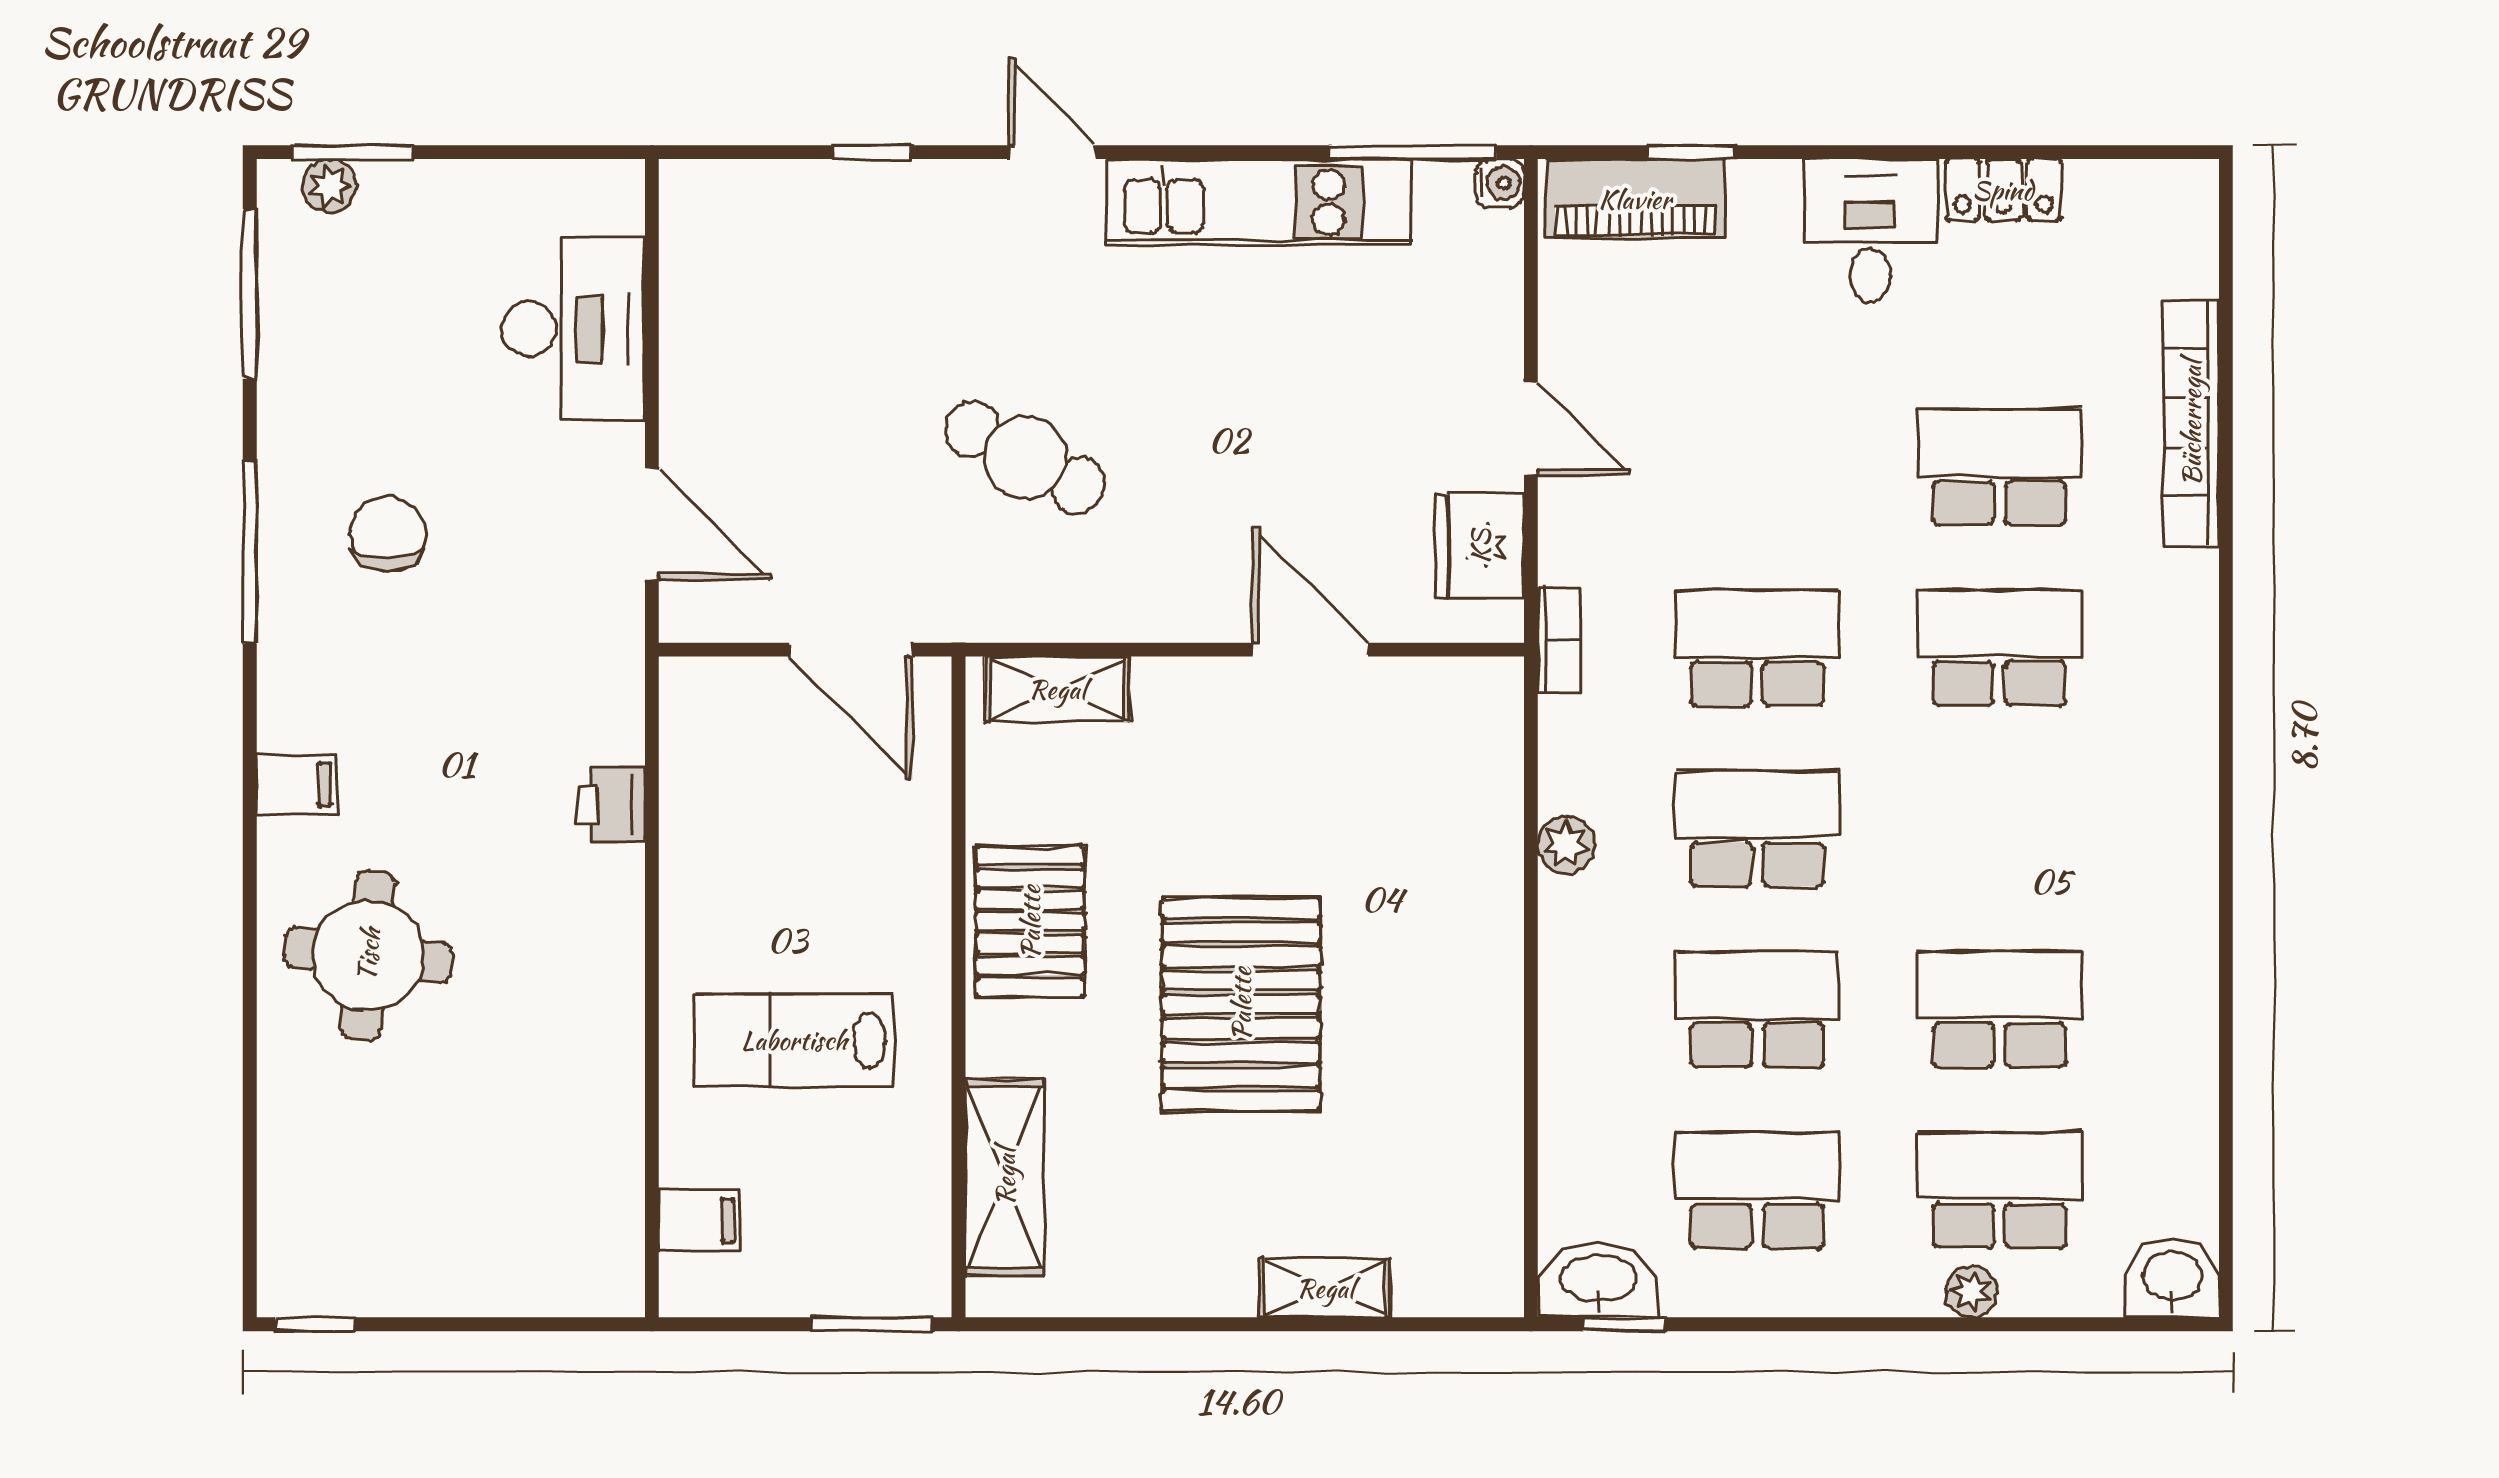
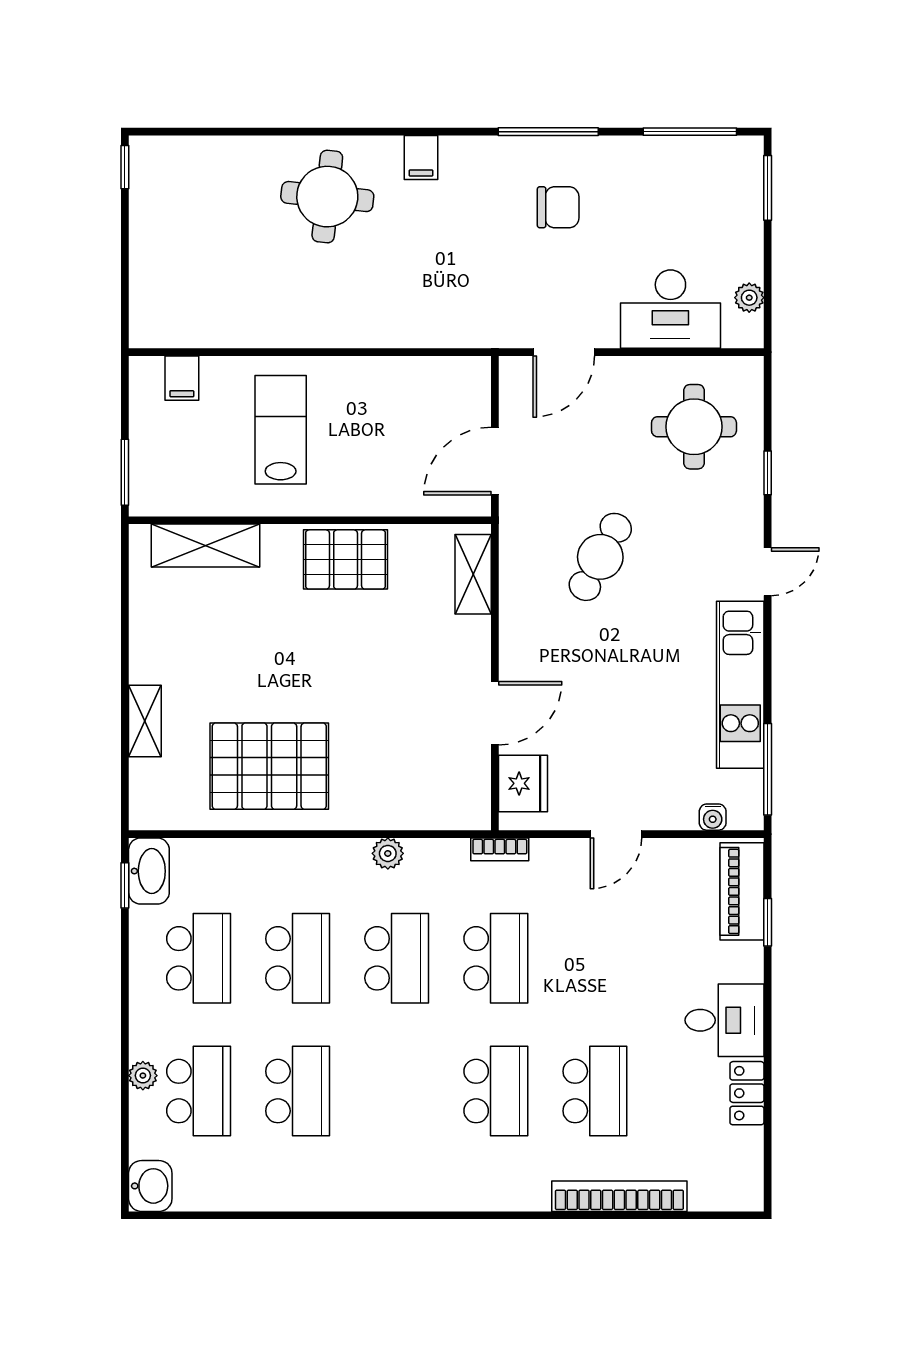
water cooler: (1500, 183) -> (713, 817), moved
plant: (329, 186) -> (749, 298), moved
round table: (788, 286) -> (694, 427), added
fridge: (1480, 546) -> (523, 783), moved, turned 90
printer: (611, 804) -> (410, 330), removed
pallet: (1241, 1004) -> (269, 766), moved

